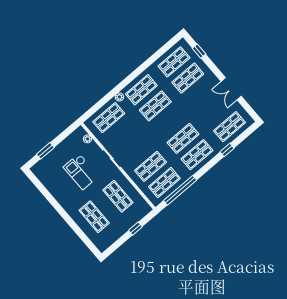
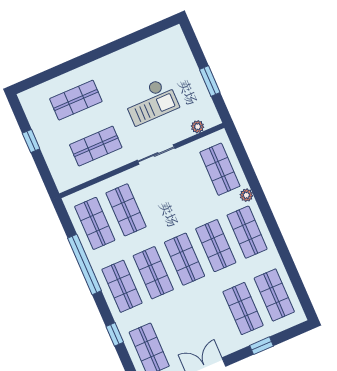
window: (199, 51) -> (261, 346), moved
shop shelf: (169, 122) -> (185, 259), added
window: (45, 151) -> (210, 81), moved
checkout: (81, 172) -> (151, 101), turned 180
window: (180, 190) -> (84, 264), moved
window: (135, 229) -> (31, 141), moved

